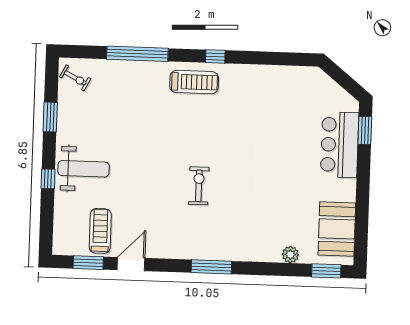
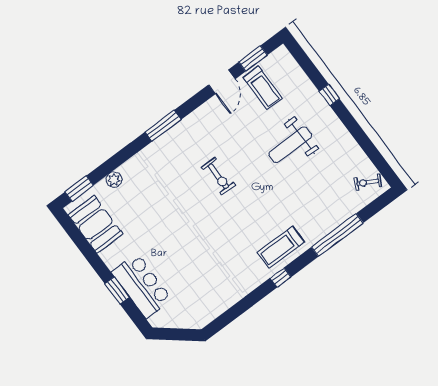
window: (50, 117) -> (363, 140), removed
window: (365, 130) -> (117, 290), moved
weight bench: (84, 169) -> (290, 145), moved

